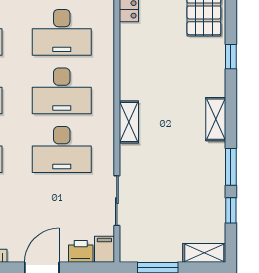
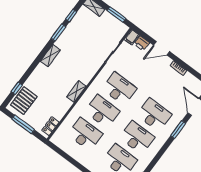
window: (231, 57) -> (17, 88), moved
shelving: (129, 122) -> (76, 92), moved

